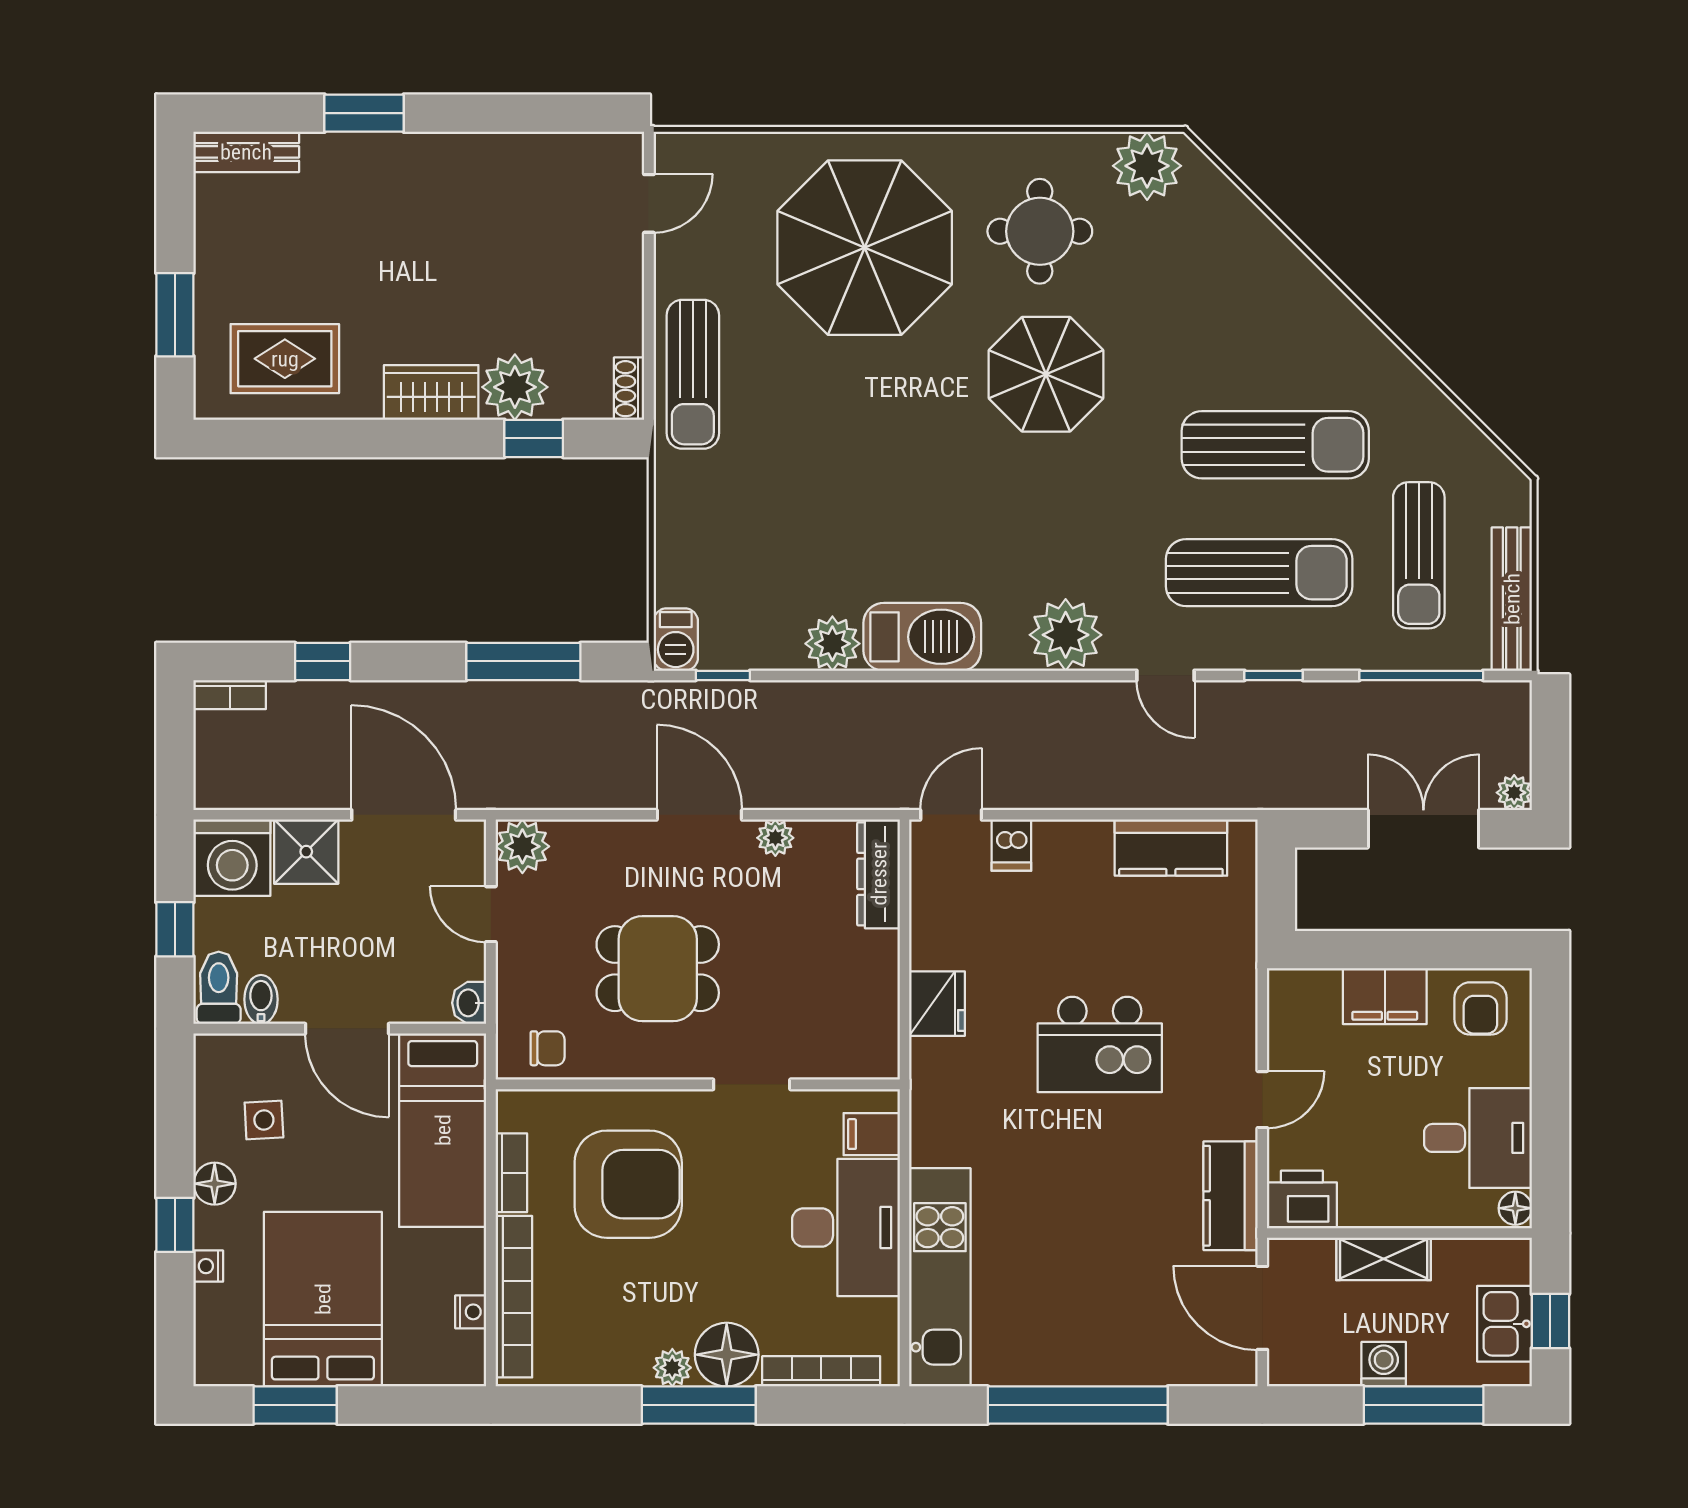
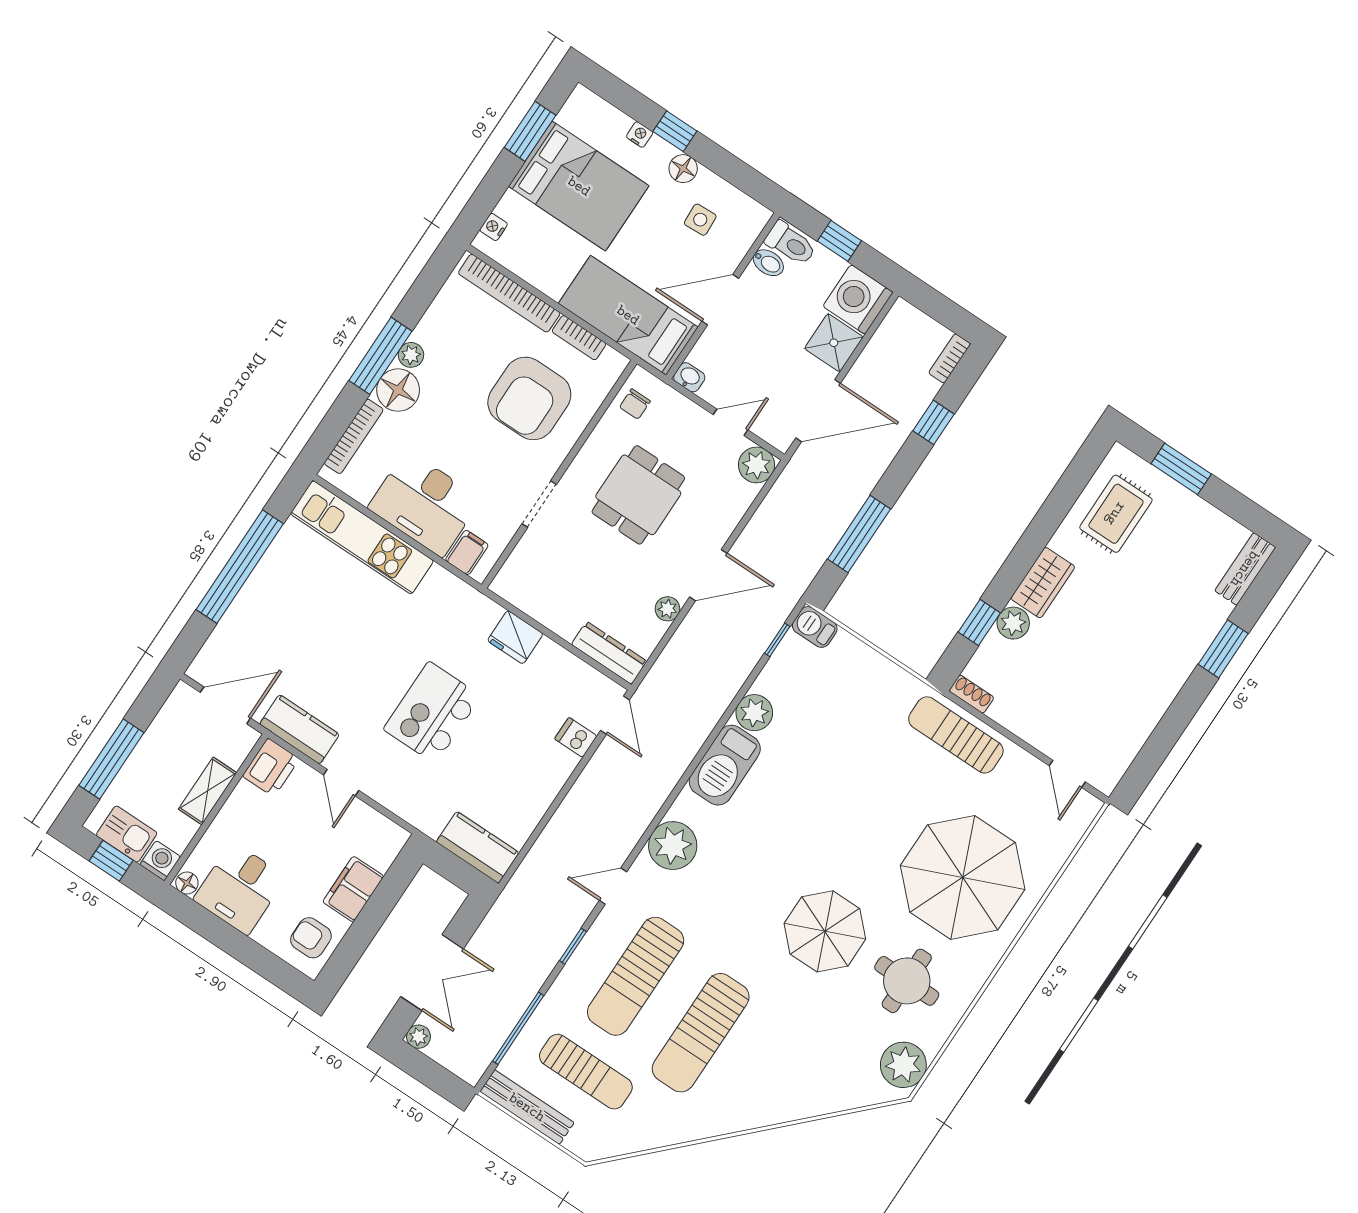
plant: (515, 387) -> (1013, 623), width x0.73, depth x0.73
sun lounger: (1419, 555) -> (586, 1072), turned 180
kitchen counter: (1171, 848) -> (478, 847), moved, turned 90
nightstand: (471, 1312) -> (494, 227), moved, turned 90
washing machine: (1384, 1364) -> (160, 861), moved, turned -90

